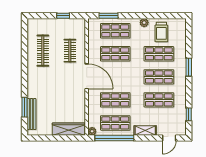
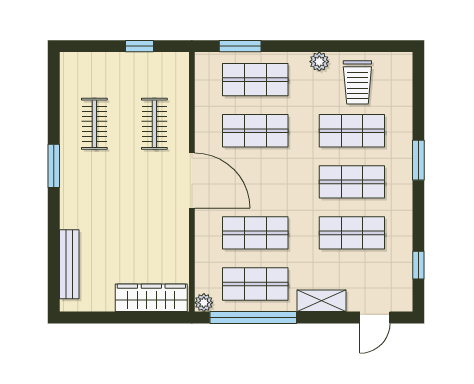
clothes rail: (43, 51) -> (94, 124), width x0.73
window: (25, 107) -> (54, 166), moved

